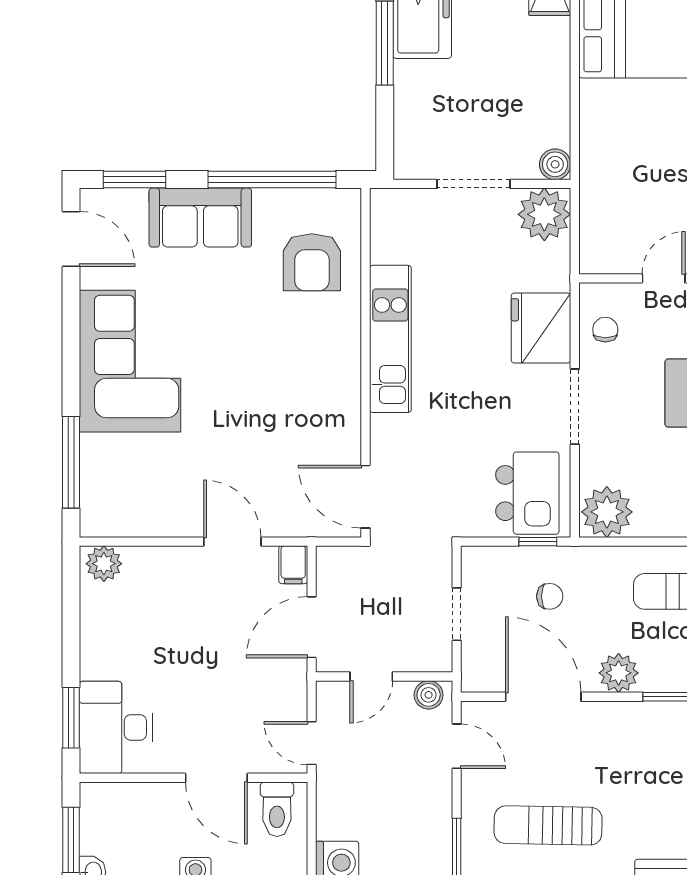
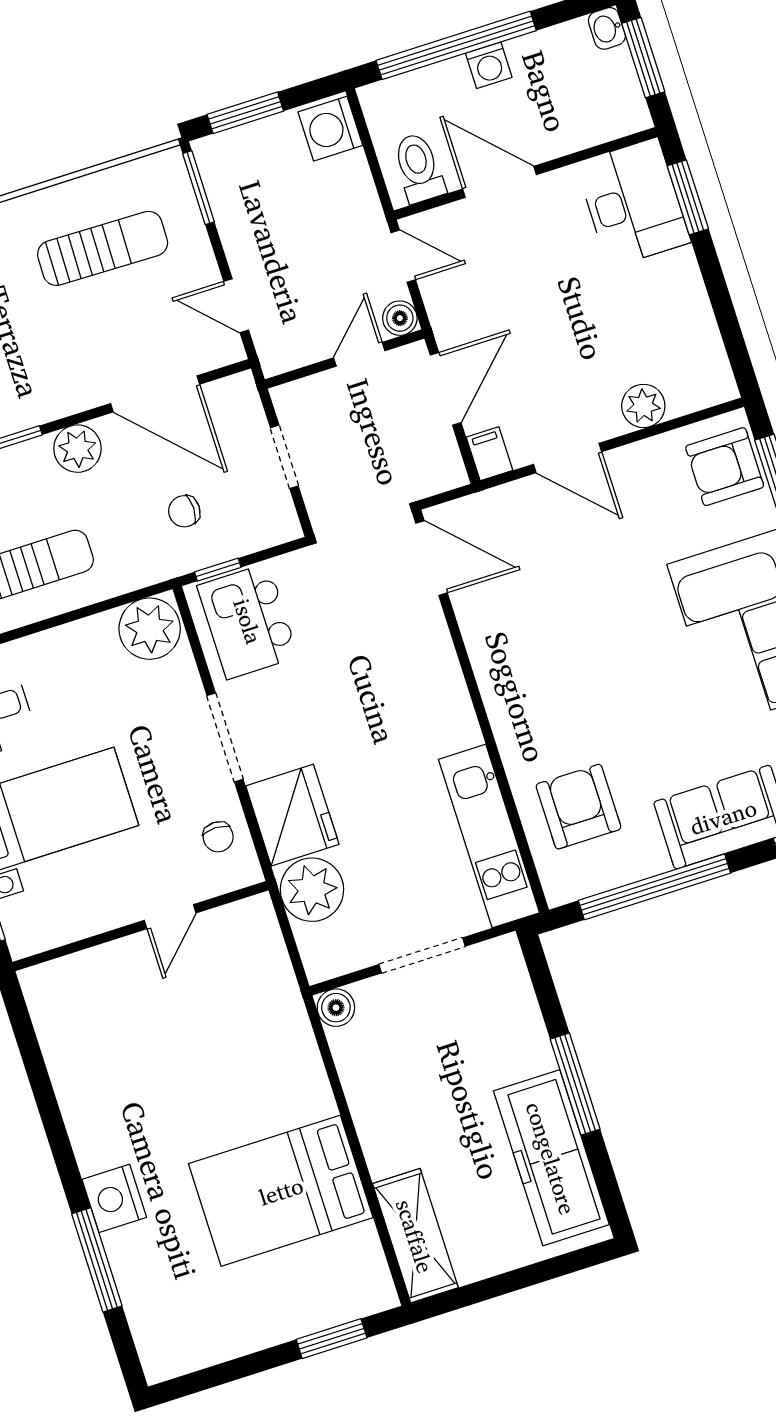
plant: (544, 214) -> (312, 890), moved
kitchen unit: (390, 339) -> (489, 836), moved
armchair: (110, 495) -> (725, 467), added
plant: (104, 564) -> (643, 406), moved
boiler: (429, 695) -> (400, 318), moved

